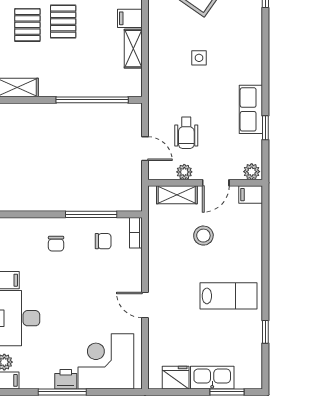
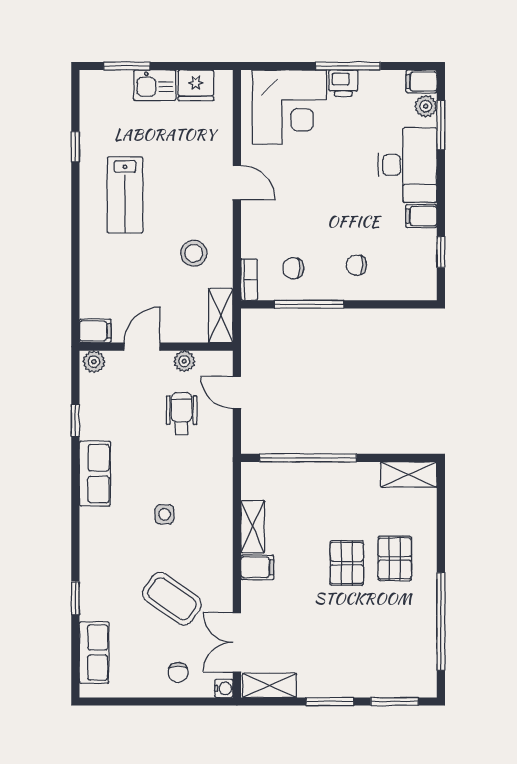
row of seats: (251, 109) -> (95, 474), moved
shelving: (177, 195) -> (221, 316), moved, turned 90
stool: (203, 236) -> (194, 253), moved
chair: (56, 244) -> (356, 265), turned -90
lab bench: (228, 296) -> (125, 195), turned -90
kitchen sink: (212, 378) -> (155, 85), width x0.73

